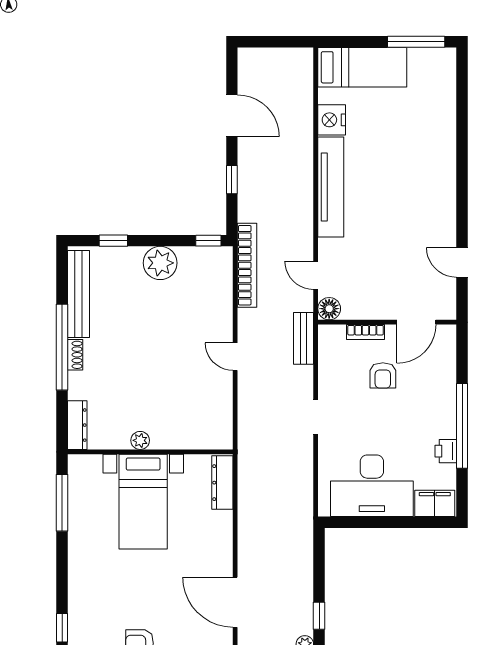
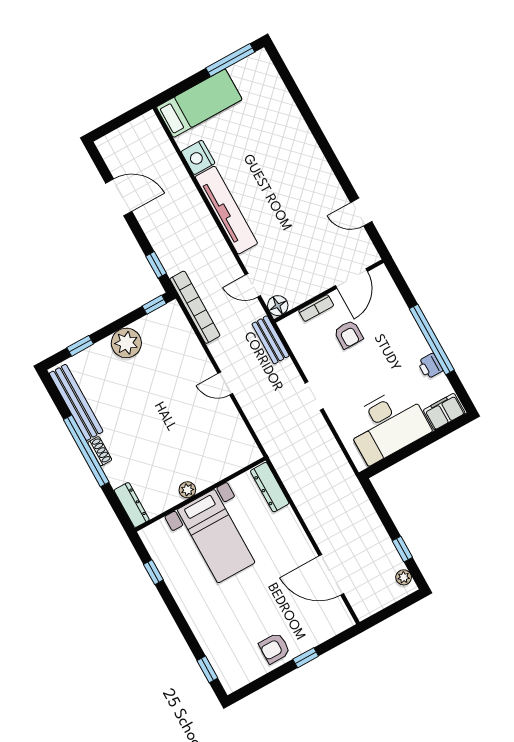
window: (232, 180) -> (156, 265), moved
window: (62, 503) -> (153, 572), width x0.46

